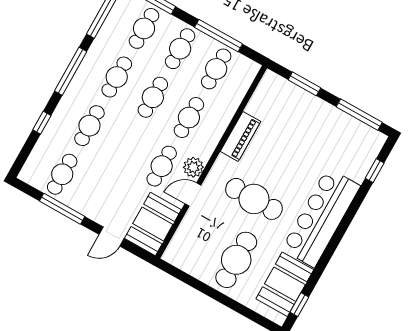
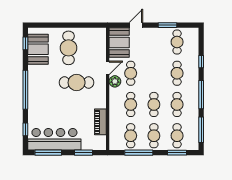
piano: (240, 136) -> (100, 122), moved
window: (62, 209) -> (168, 25), width x0.69
bar counter: (321, 218) -> (54, 139), moved, turned -90
window: (340, 232) -> (25, 90), added

